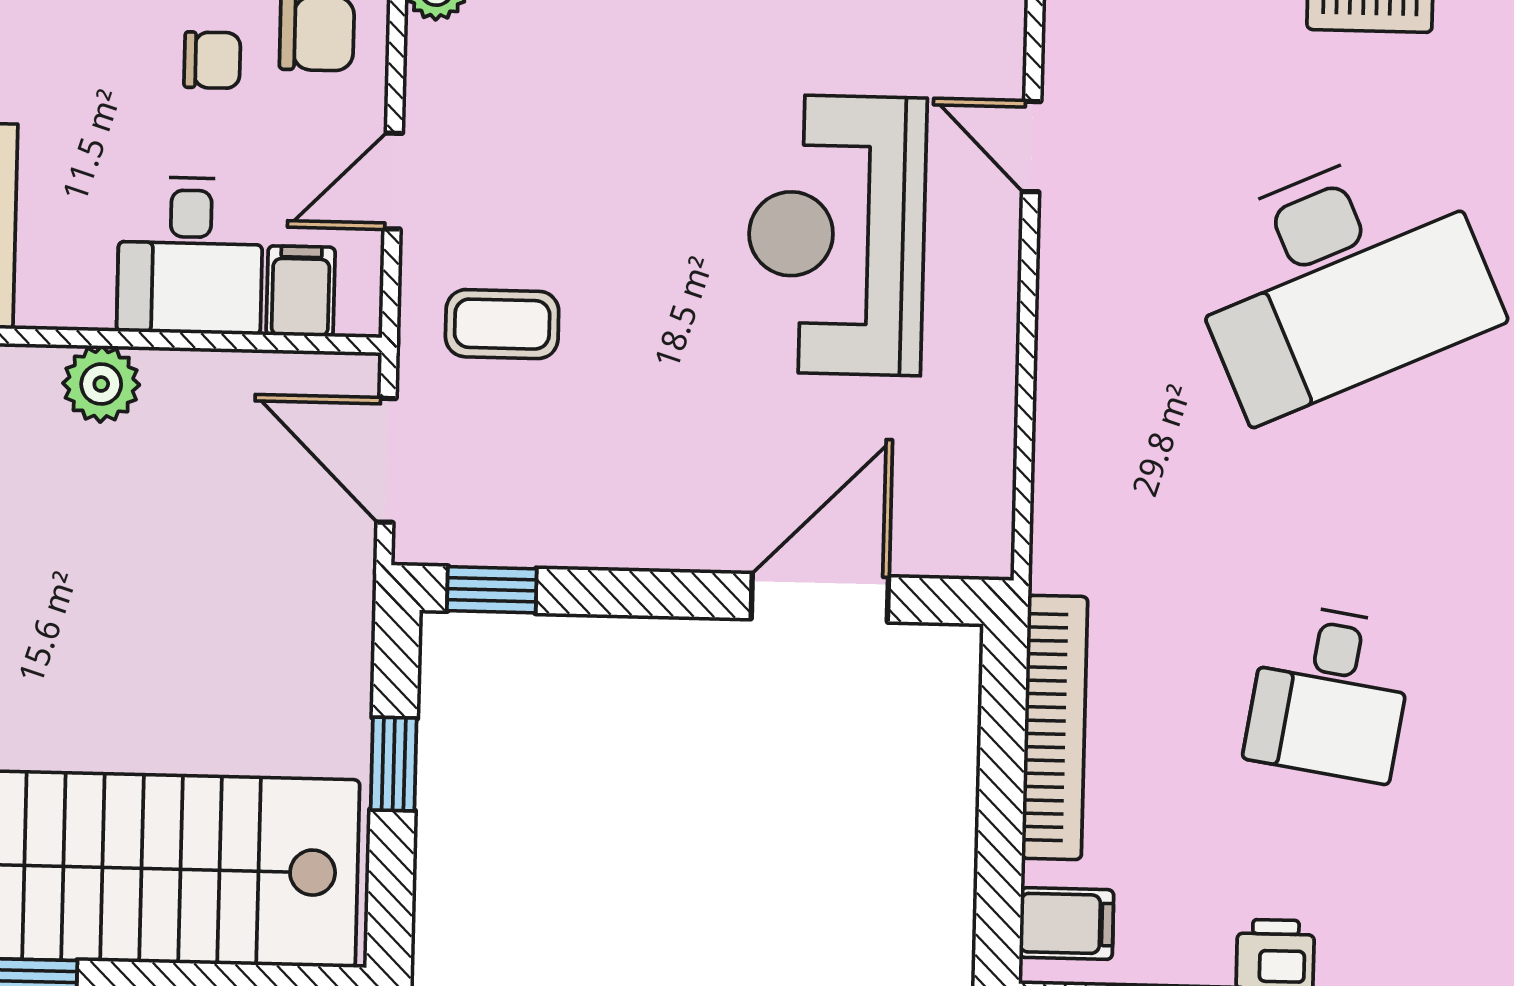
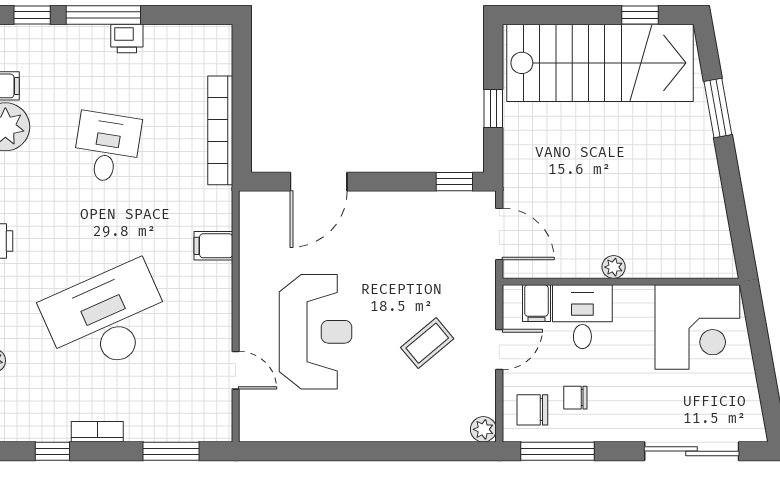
coffee table: (502, 324) -> (427, 343), moved, turned -40
plant: (101, 384) -> (614, 267), width x0.73, depth x0.73
filing cabinet: (1067, 924) -> (213, 246), moved

